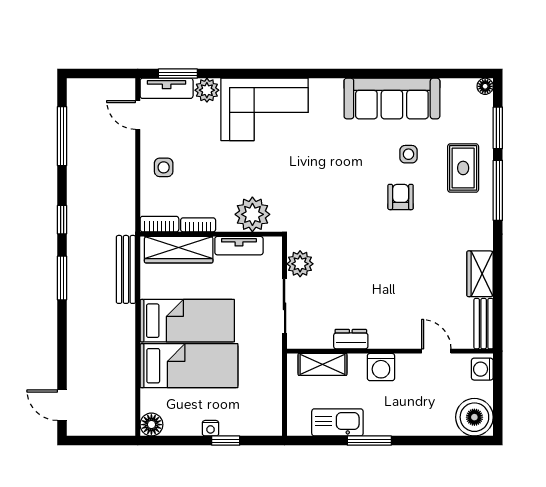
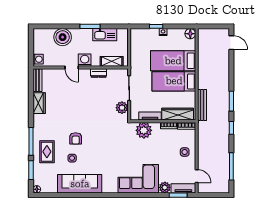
door: (436, 351) -> (72, 67), moved
boiler: (474, 417) -> (63, 37), moved

